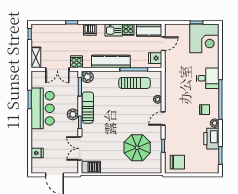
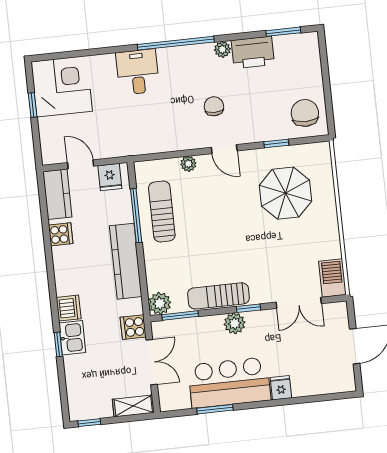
kitchen sink: (114, 30) -> (72, 338), moved
chair: (204, 110) -> (214, 106), moved
fridge: (37, 153) -> (281, 388), moved

